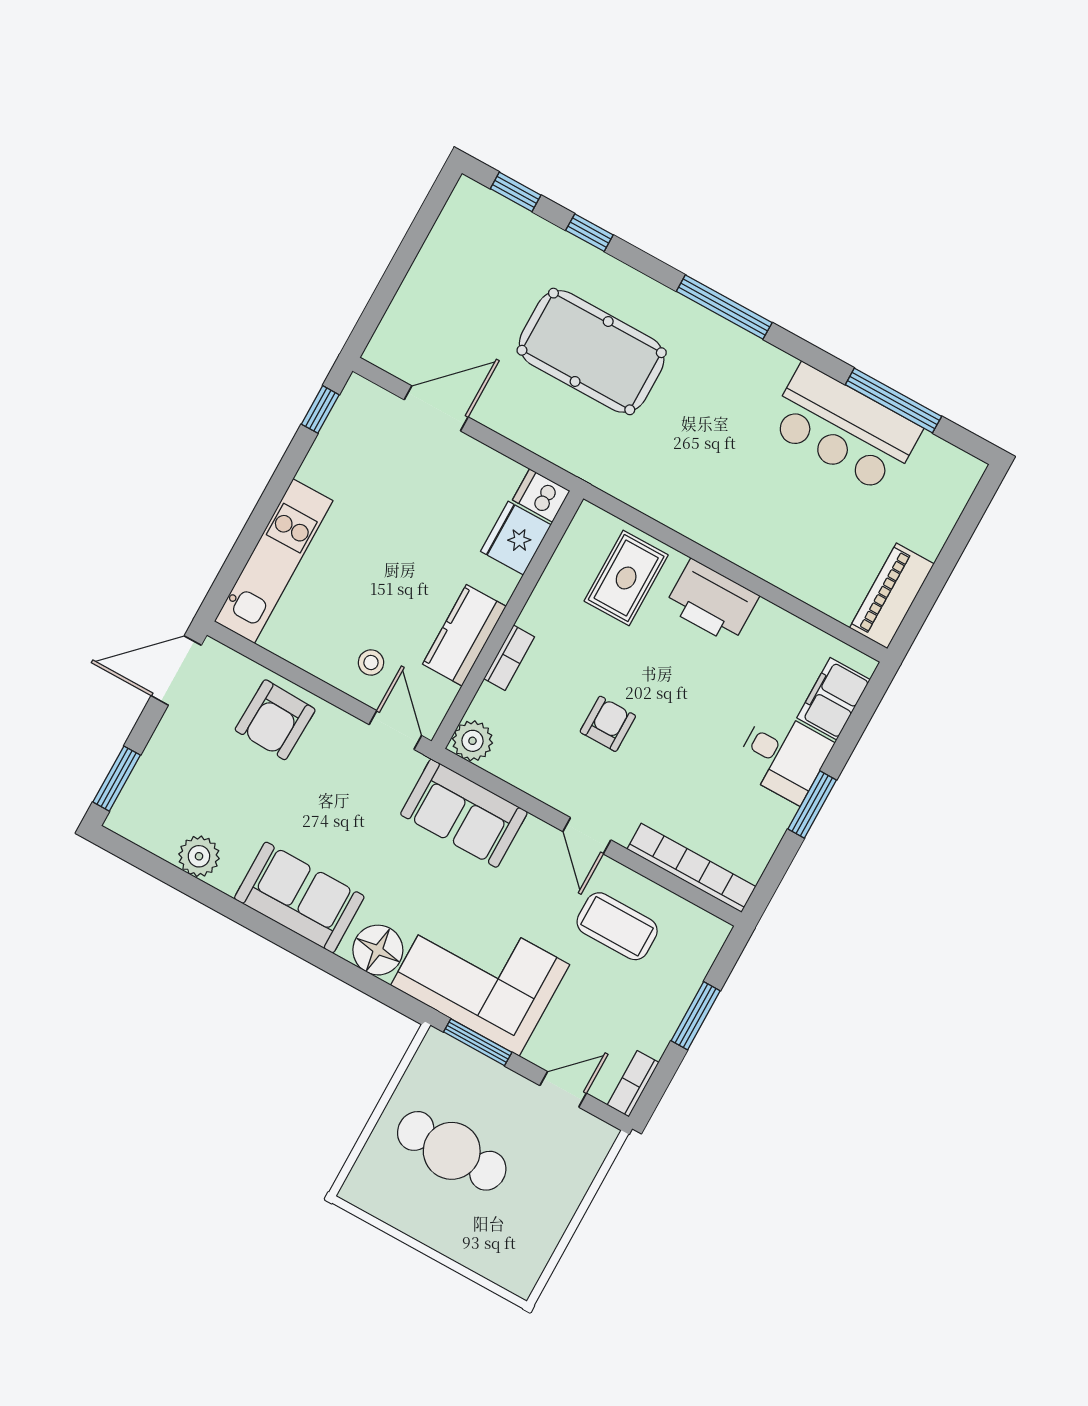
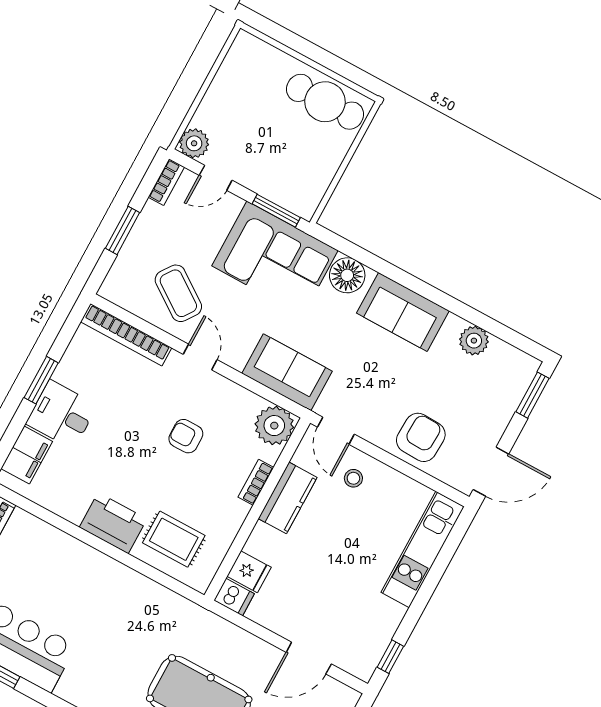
fridge: (516, 538) -> (249, 572), width x0.72
rug: (626, 578) -> (174, 539), turned 90
armchair: (608, 724) -> (186, 436), turned 90
plant: (472, 741) -> (274, 426), width x1.36, depth x1.36
coffee table: (617, 926) -> (178, 293), turned 35
plant: (593, 1138) -> (194, 143), added
cafe table: (452, 1151) -> (325, 102), moved

